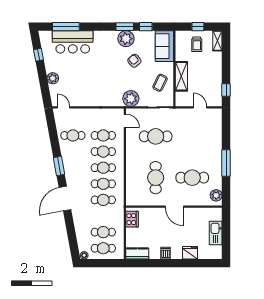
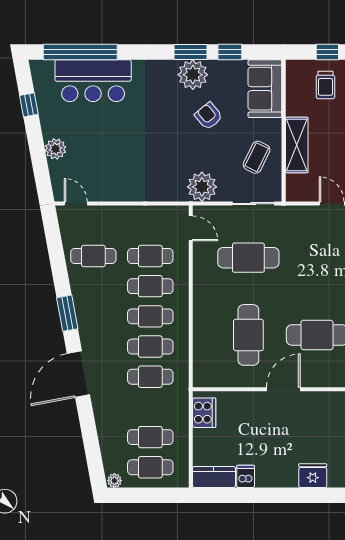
window: (66, 27) -> (80, 52), width x1.46
door: (174, 207) -> (283, 389), swing flipped
dishwasher: (166, 253) -> (246, 476), moved

